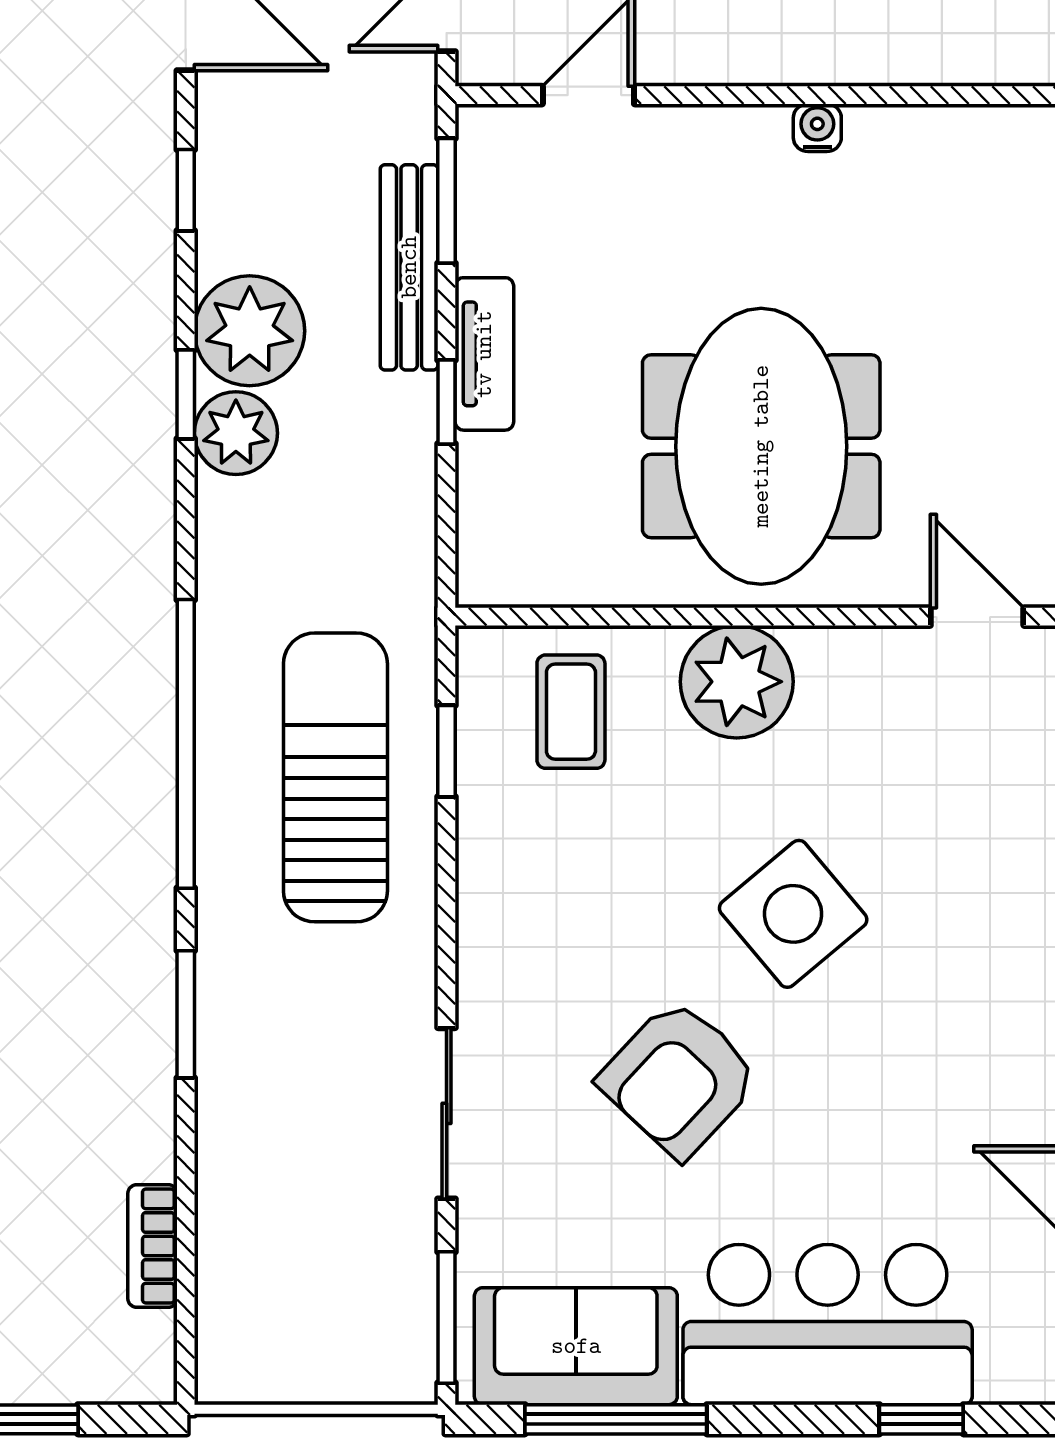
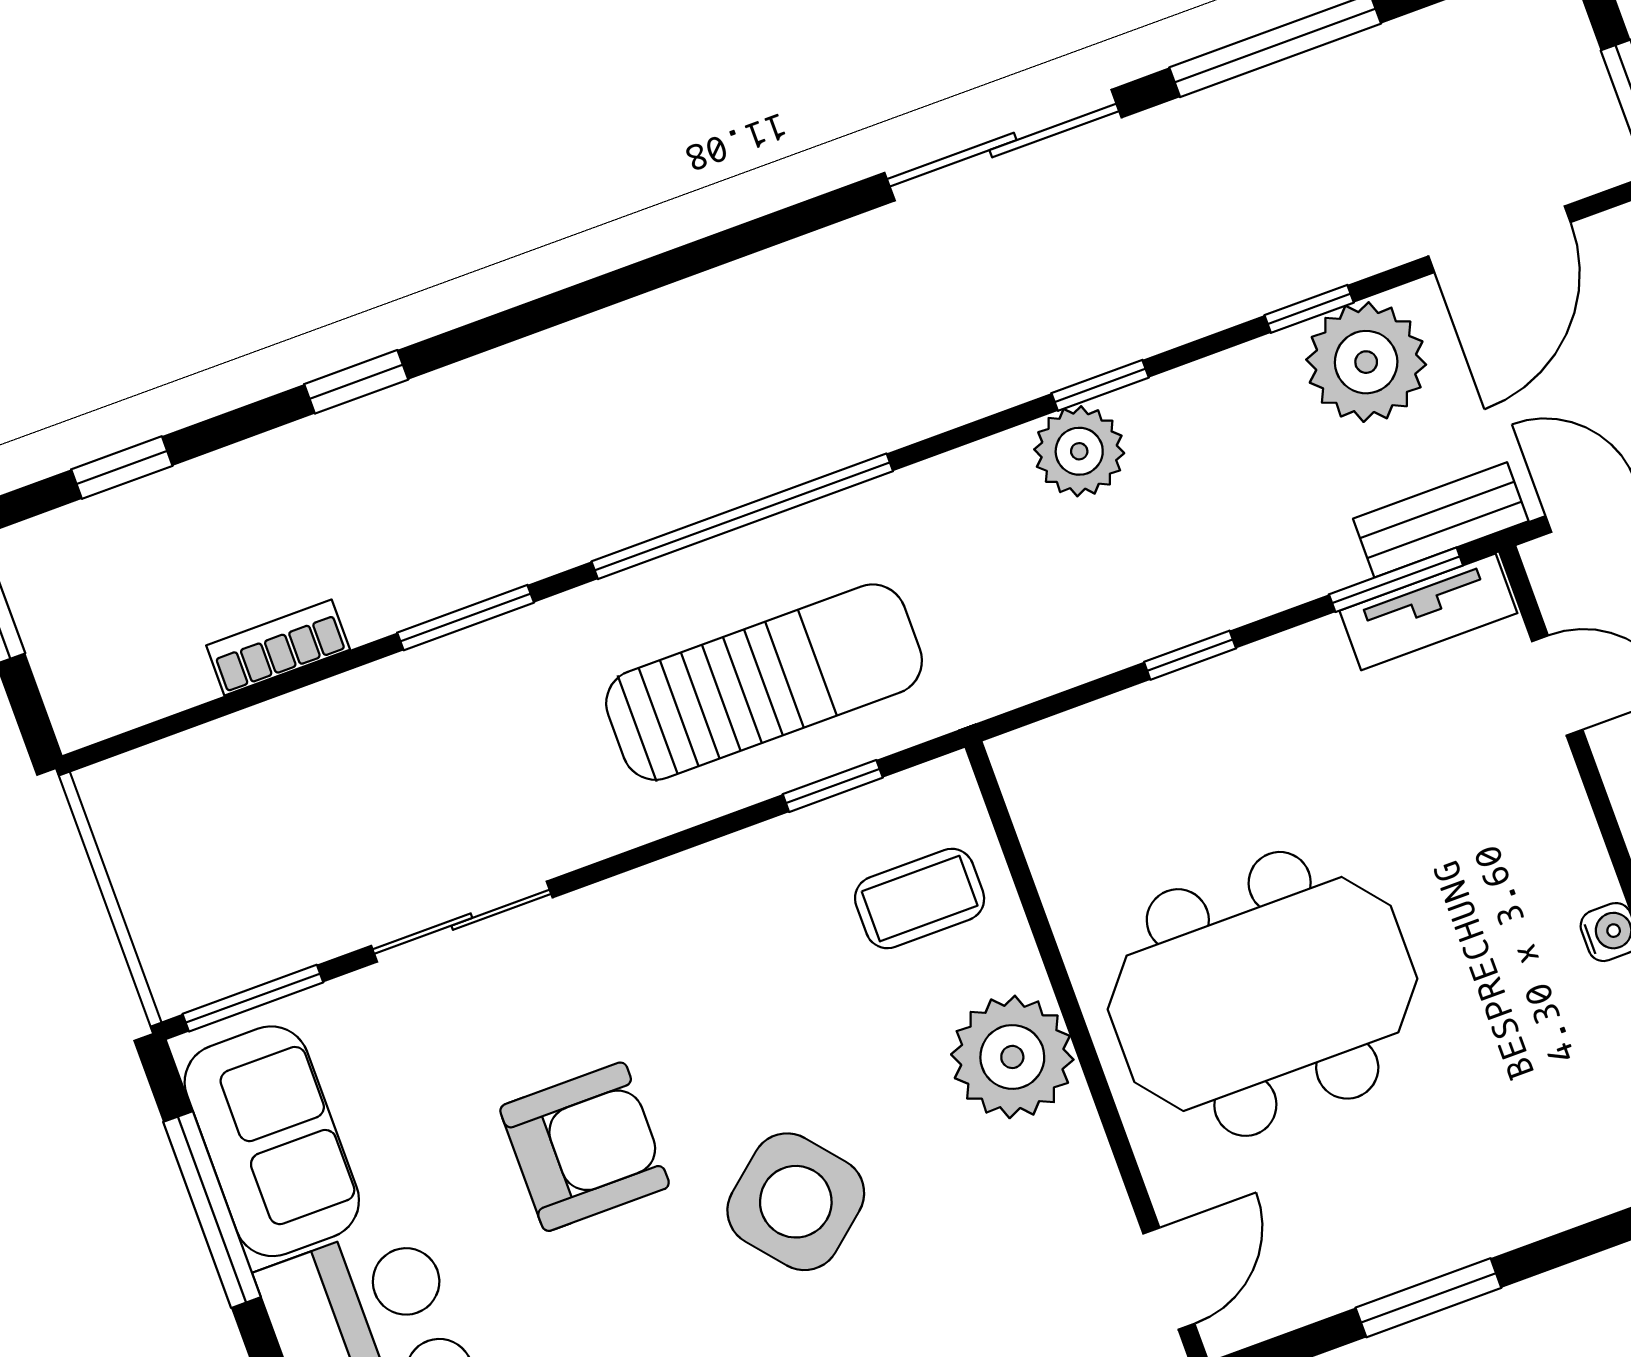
bench: (409, 267) -> (1441, 520), moved, width x0.73
plant: (250, 331) -> (1366, 362), moved
tv unit: (484, 354) -> (1428, 612), moved
armchair: (679, 1079) -> (585, 1147), turned 137
bookcase: (153, 1246) -> (278, 648), moved

